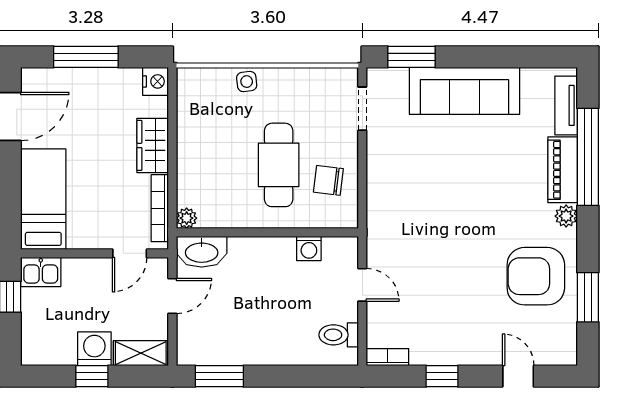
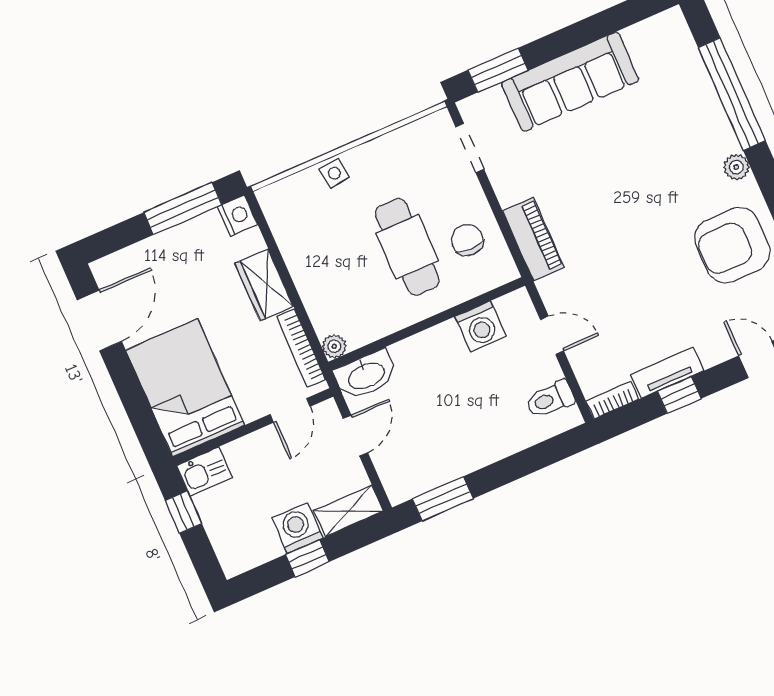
window: (86, 57) -> (183, 209), moved
tv unit: (566, 105) -> (667, 373), moved, turned 90
piano: (563, 170) -> (533, 239), moved, turned 180
chair: (328, 180) -> (467, 240), turned 83
bed: (43, 199) -> (185, 388), width x1.50
washing machine: (309, 248) -> (480, 326), width x1.38, depth x1.38

